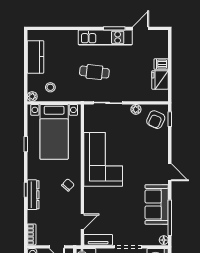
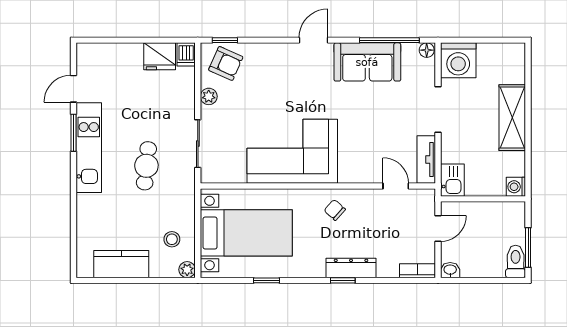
door: (141, 28) -> (73, 89), hinge flipped
dishwasher: (161, 64) -> (186, 54), moved

